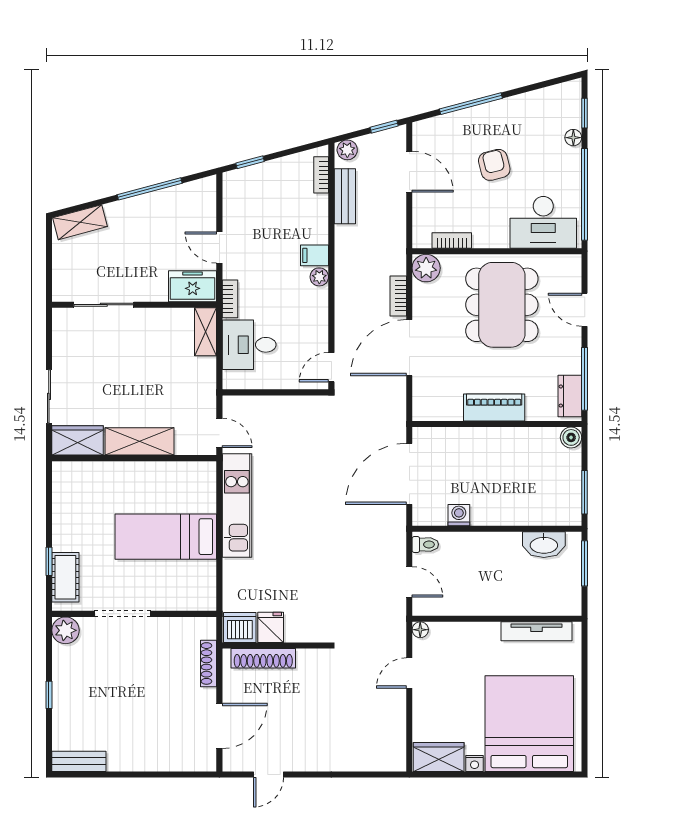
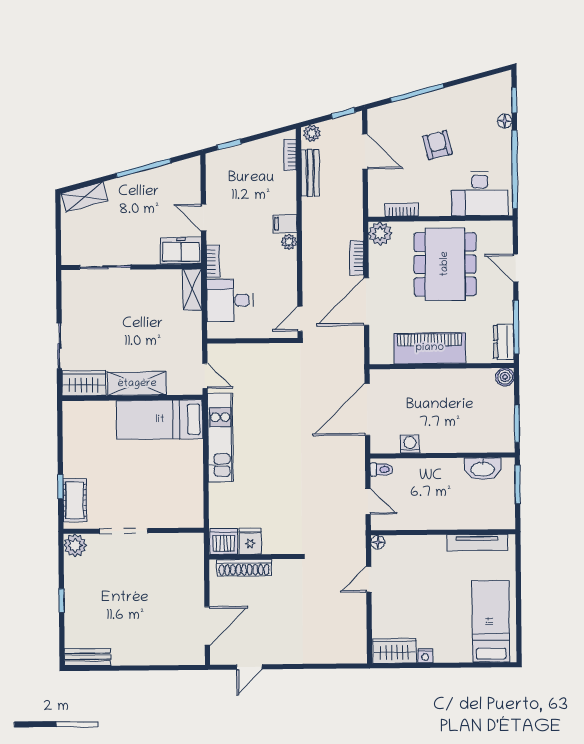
piano: (494, 407) -> (430, 348), width x1.37, depth x1.33
bed: (166, 537) -> (160, 420), moved
shoe rack: (209, 663) -> (197, 573), removed
bed: (529, 724) -> (491, 621), width x0.49

